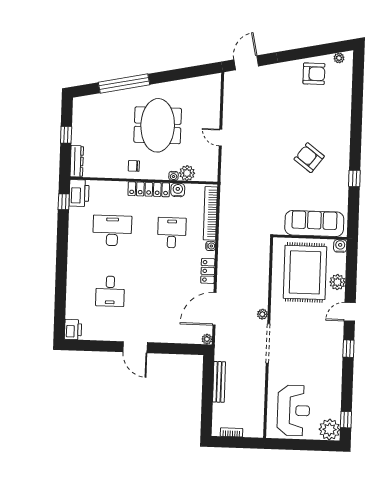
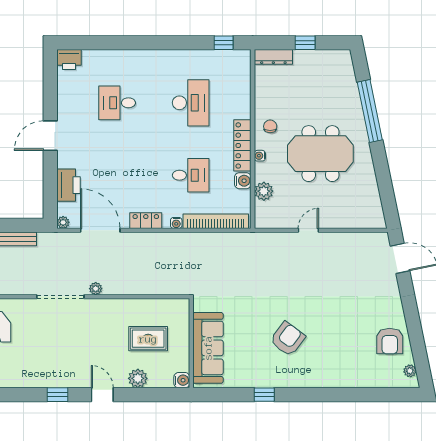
water cooler: (174, 176) -> (260, 156), moved
printer: (79, 193) -> (68, 185), moved, turned -90
rug: (305, 272) -> (148, 339), width x0.54, depth x0.49

